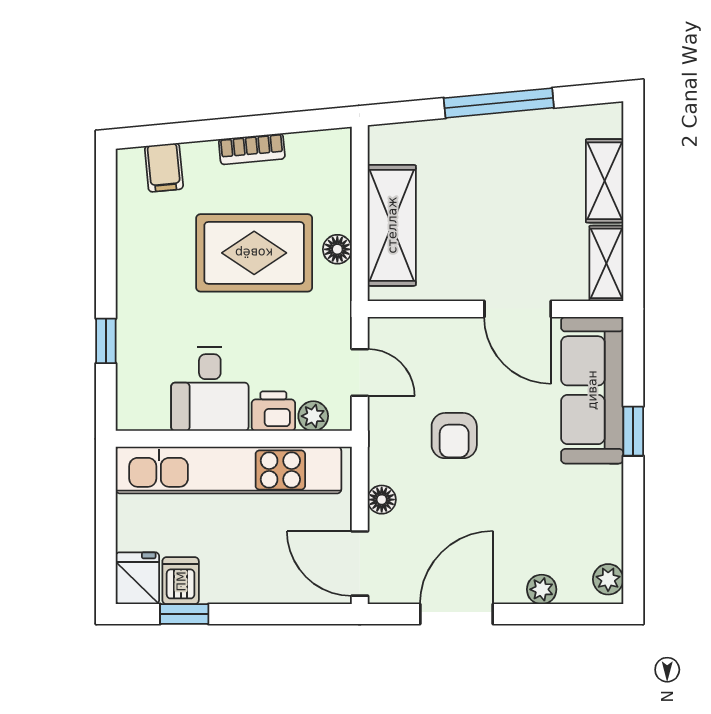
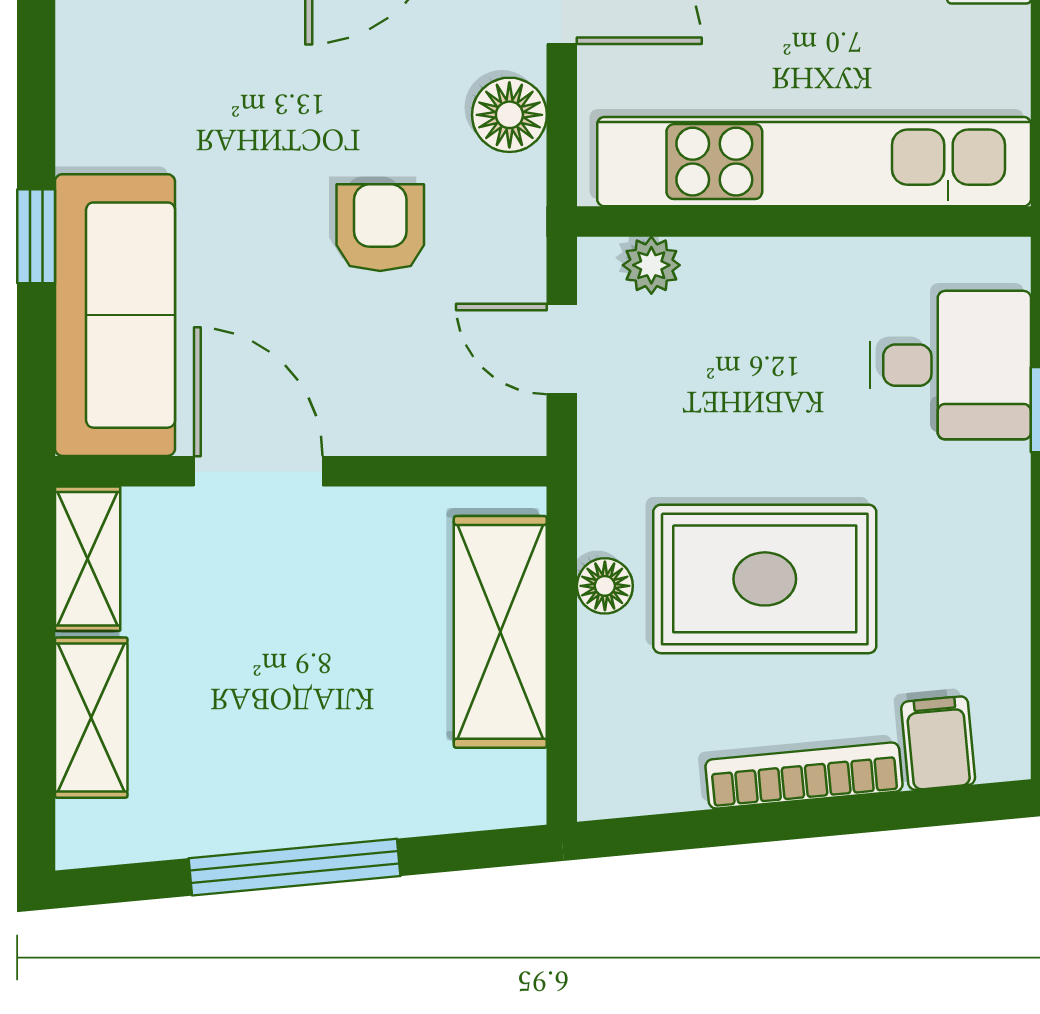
bookcase: (252, 149) -> (804, 776), width x1.56
desk: (210, 389) -> (951, 365), moved, turned 90
printer: (273, 411) -> (728, 275), removed
floor lamp: (382, 500) -> (509, 115), width x1.37, depth x1.37

